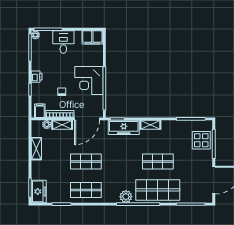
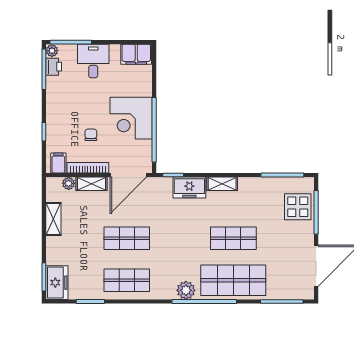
printer: (37, 77) -> (54, 67), moved
freezer: (124, 127) -> (189, 188), width x0.71

